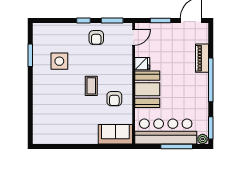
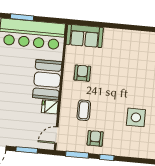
coffee table: (91, 86) -> (84, 110), moved
window: (177, 146) -> (22, 17), width x0.69

